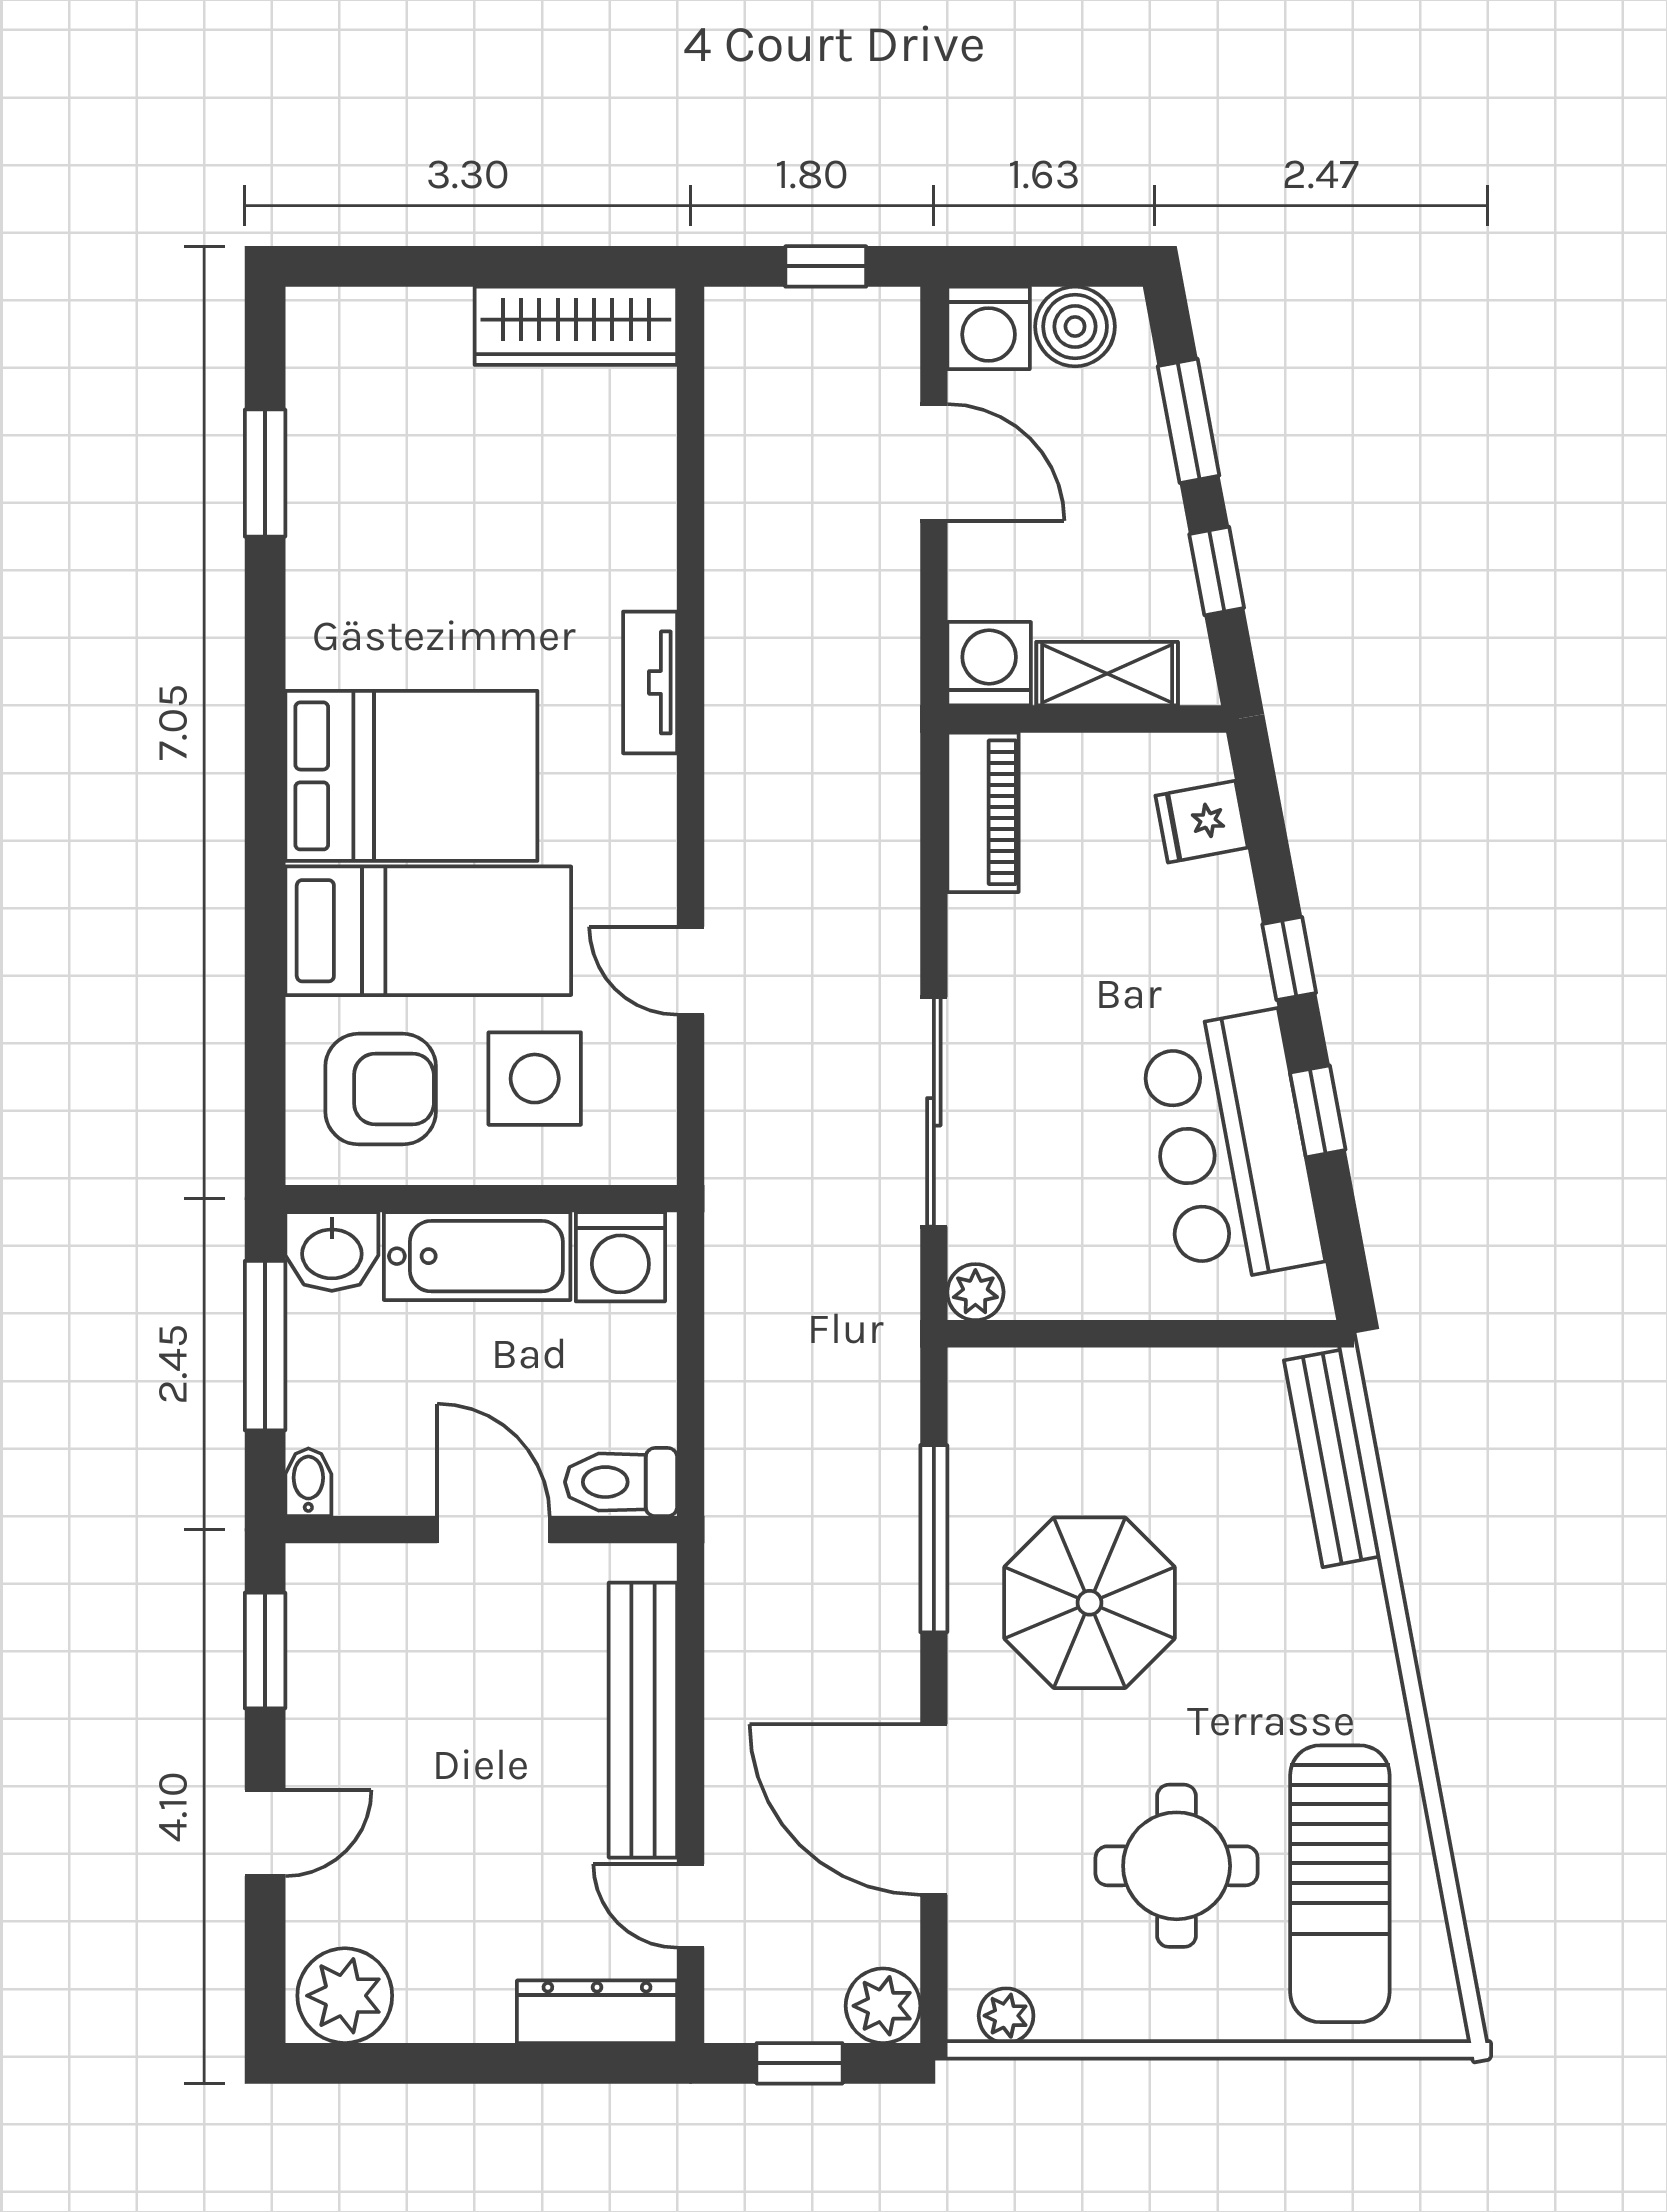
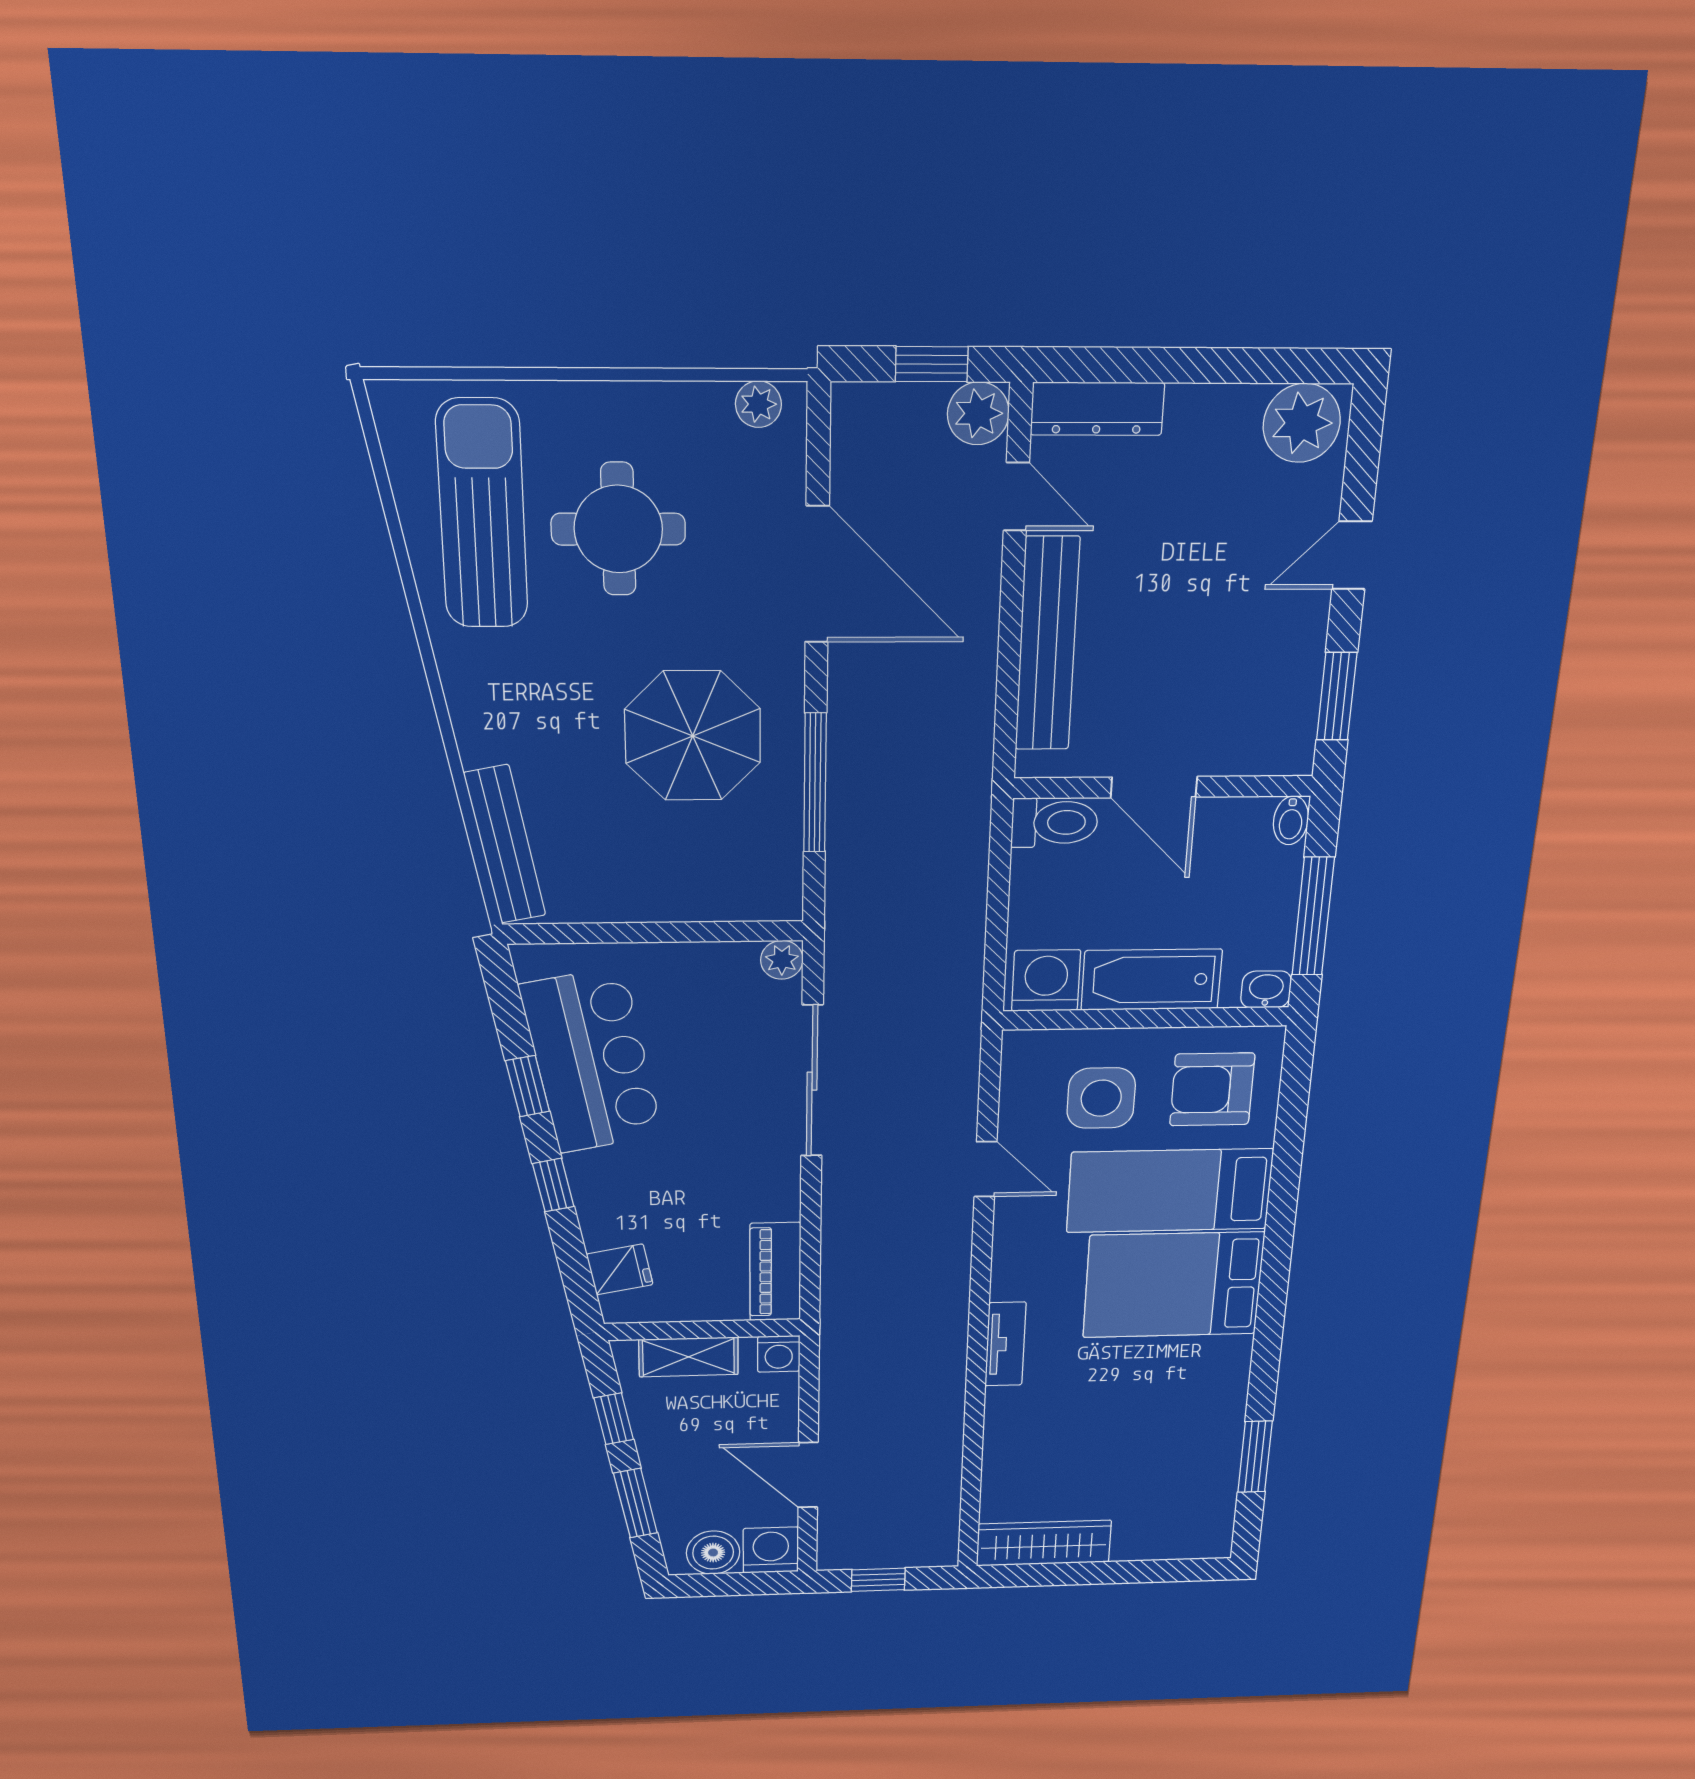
washing machine: (989, 664) -> (779, 1354), width x0.73, depth x0.73
washbasin: (332, 1252) -> (1266, 989), width x0.72, depth x0.69
plant: (883, 2006) -> (978, 413), moved

